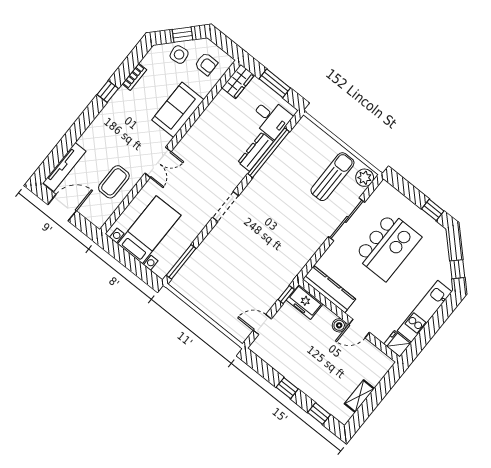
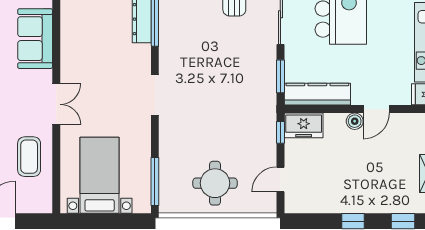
window: (315, 259) -> (280, 76), added
round table: (219, 294) -> (215, 183), added

